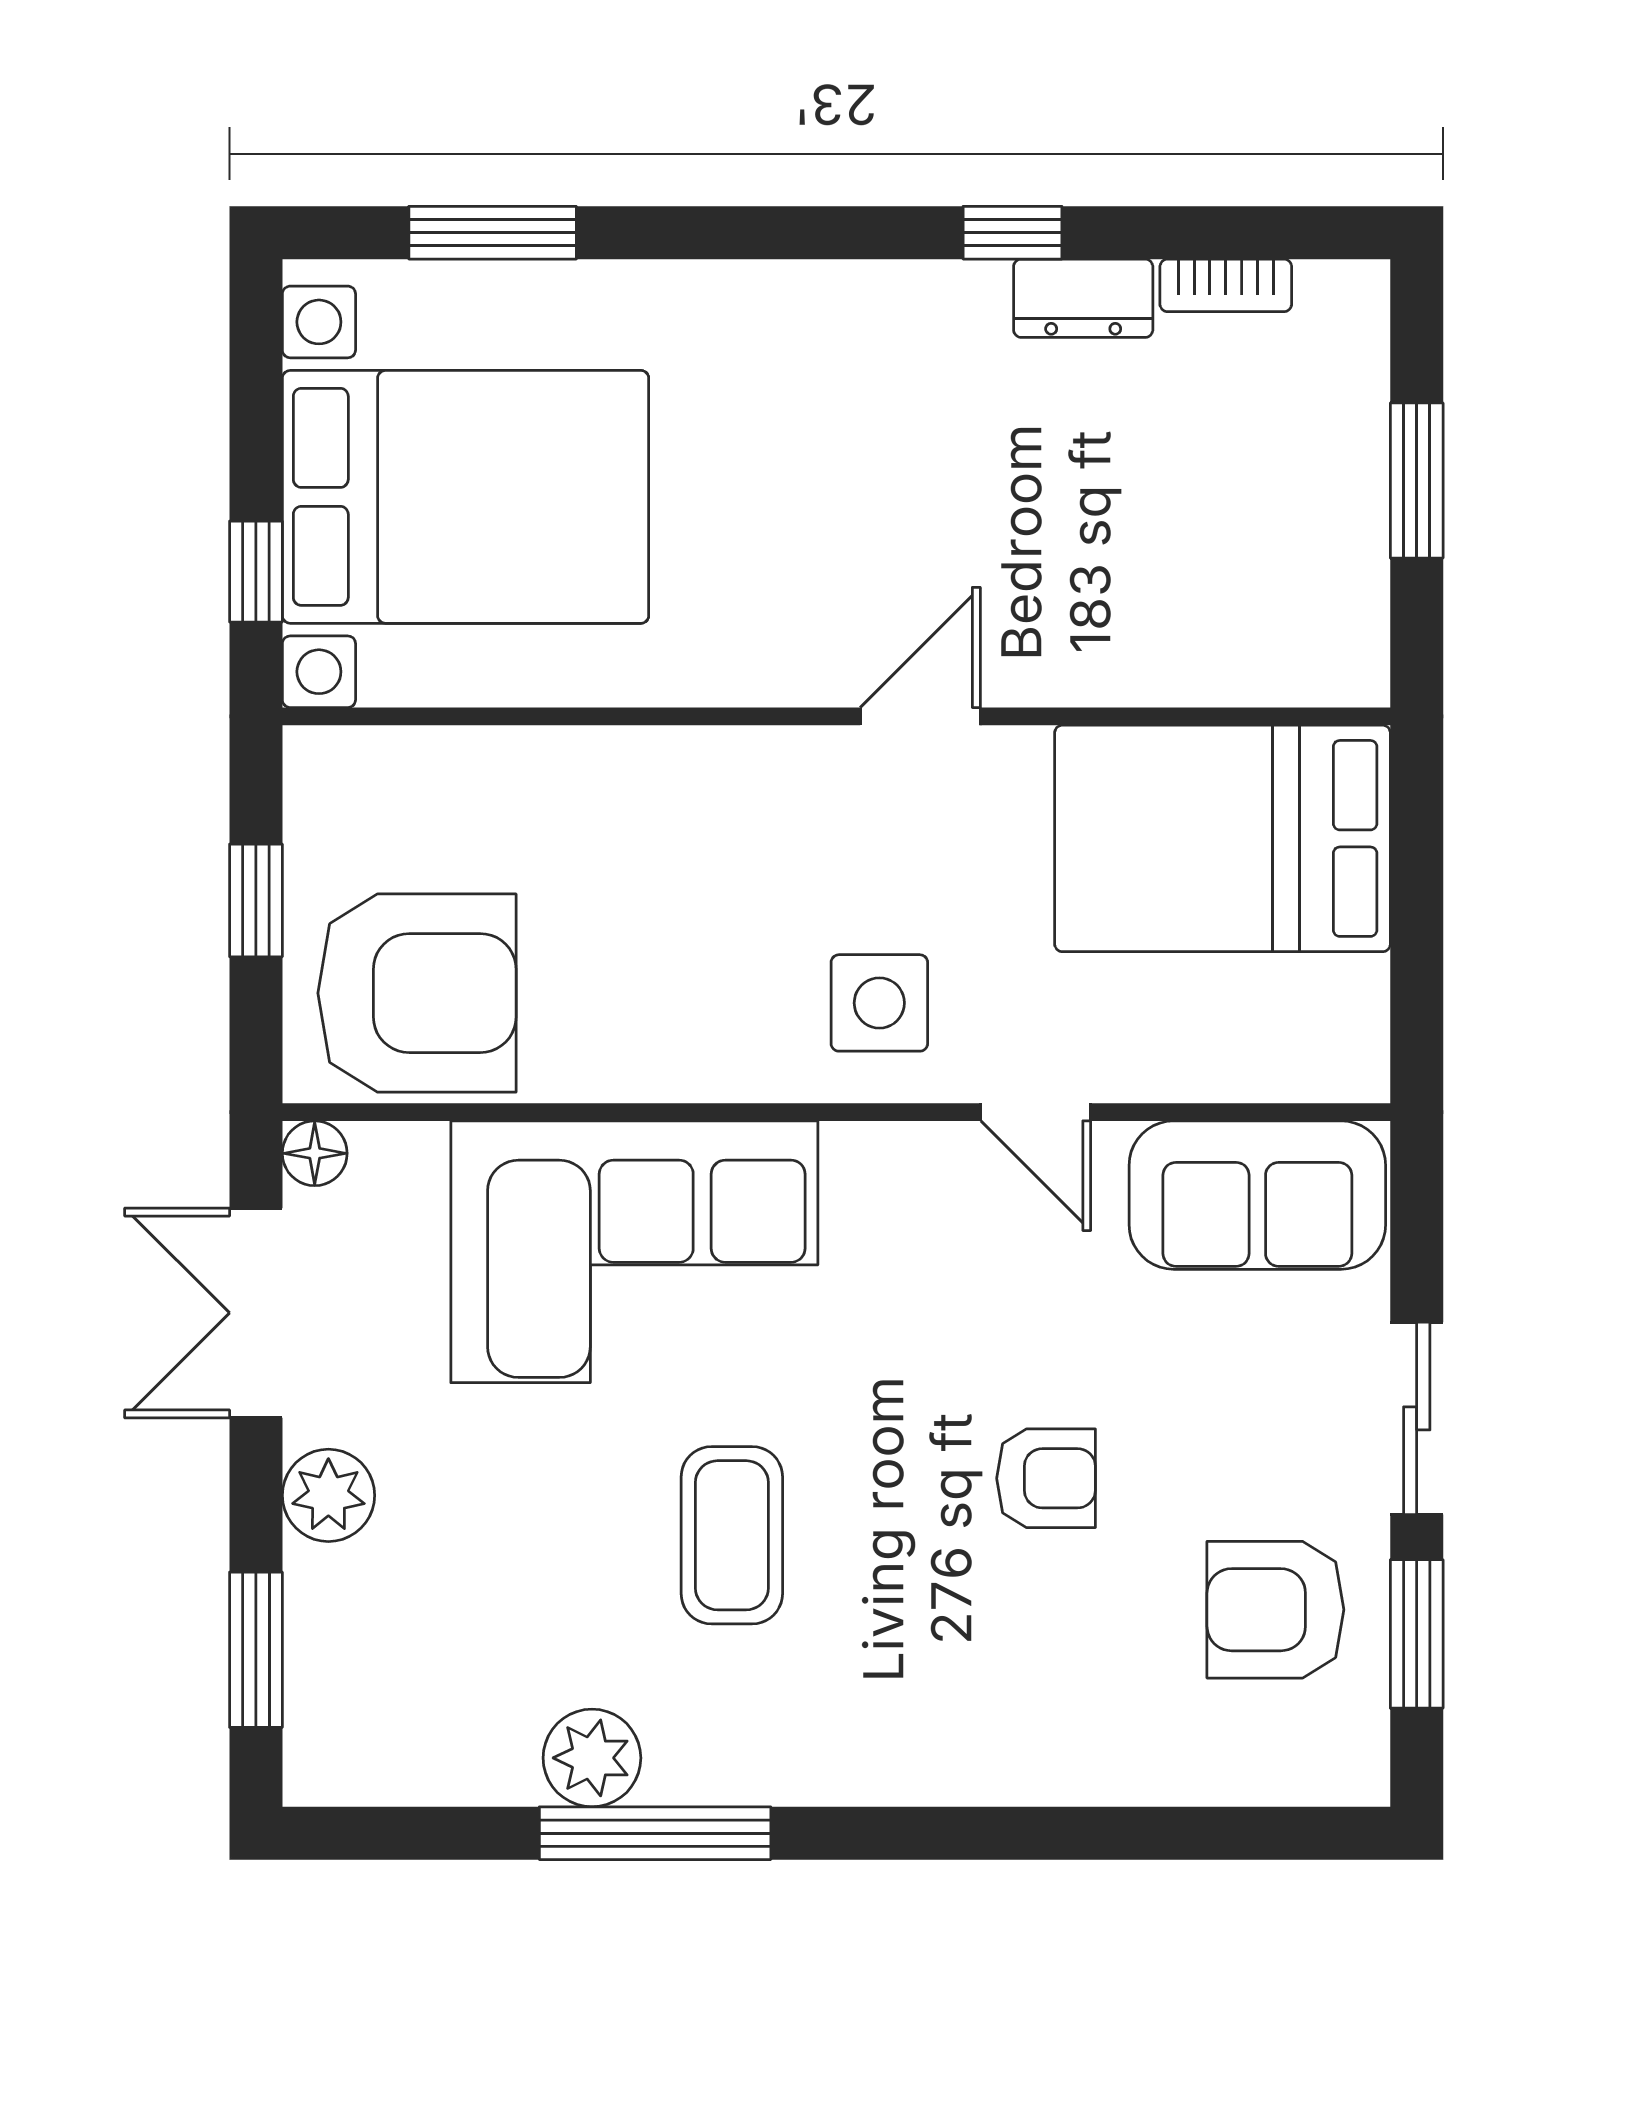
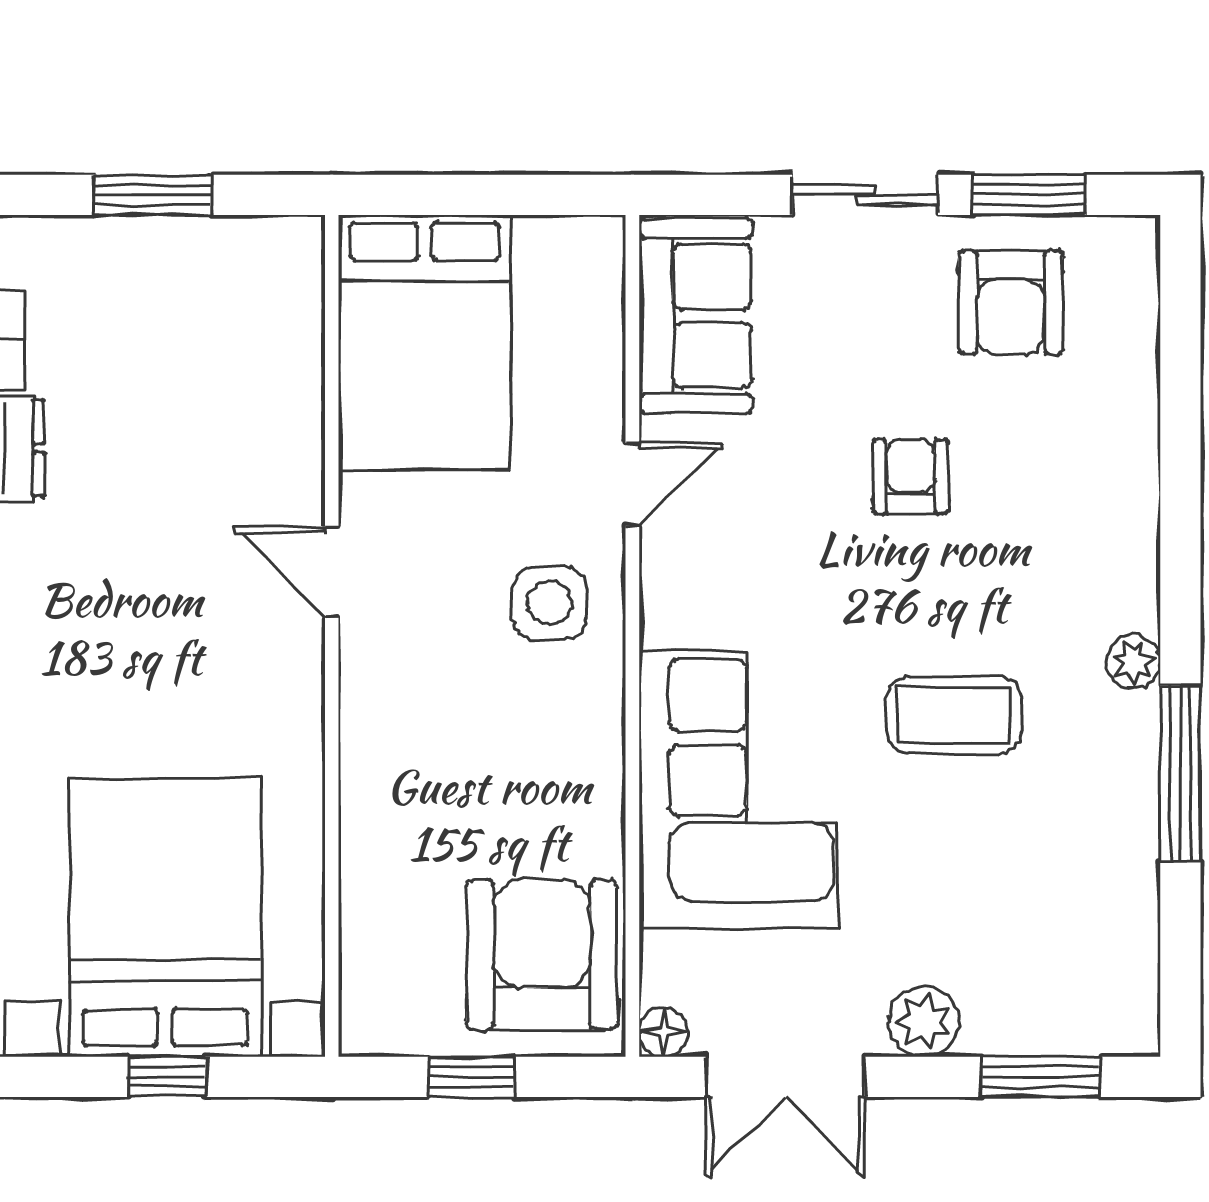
window: (256, 572) -> (167, 1077), moved
plant: (592, 1758) -> (1133, 662), moved, width x0.73, depth x0.73

